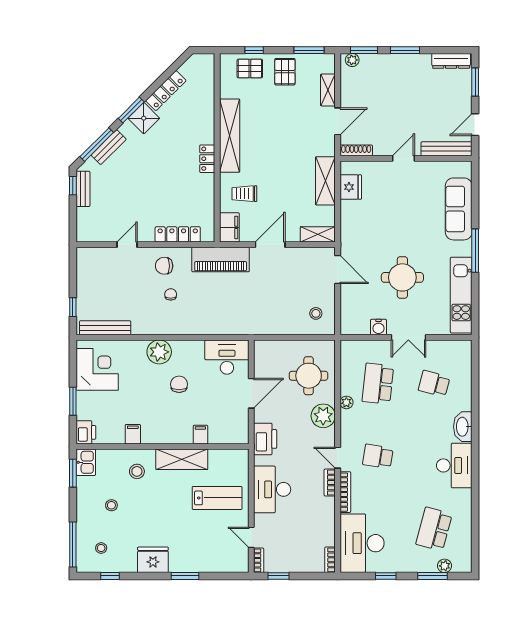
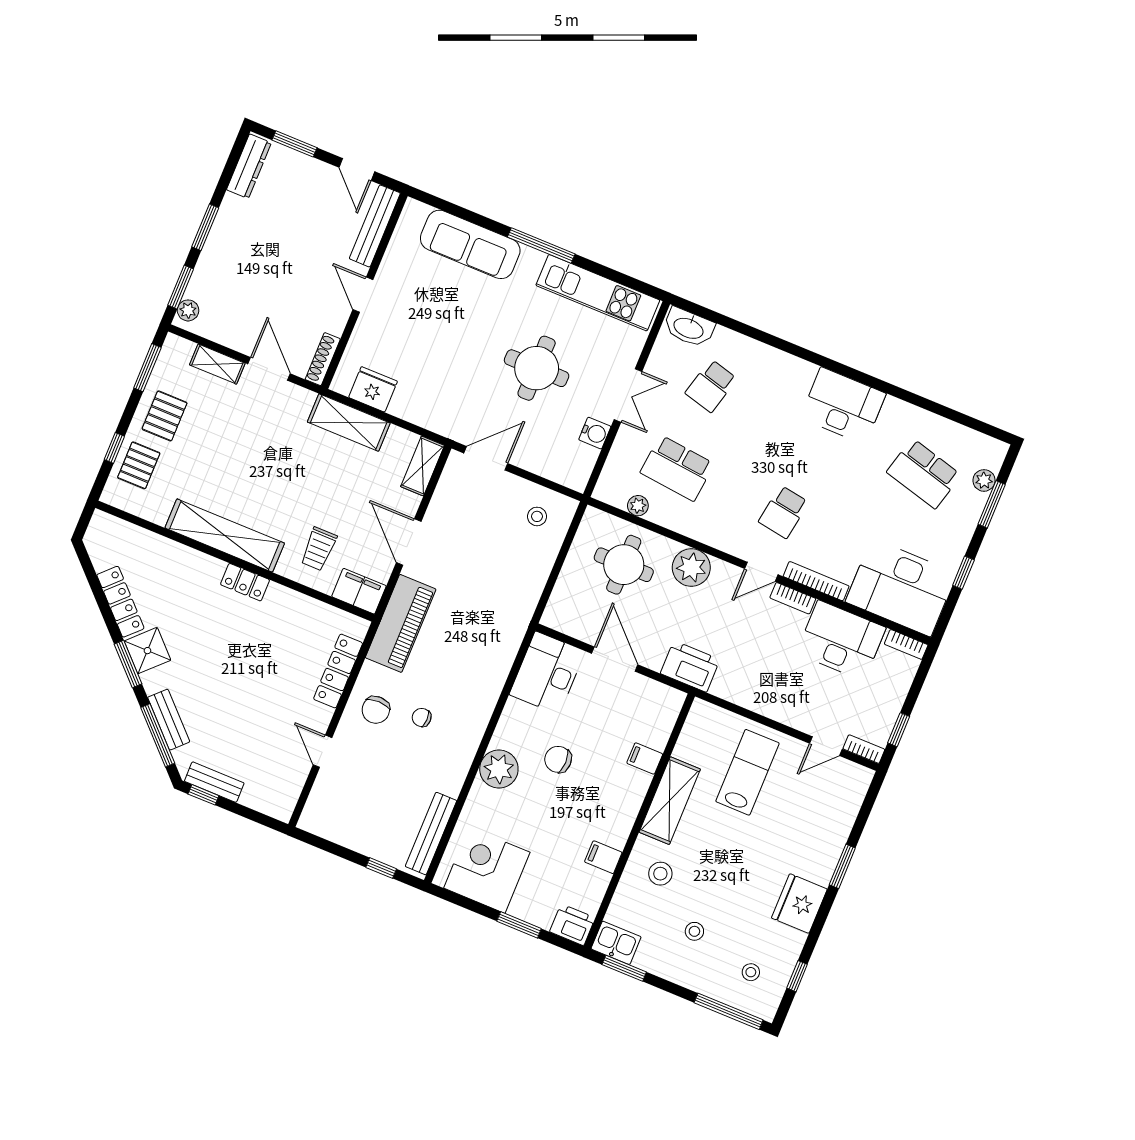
pallet: (285, 72) -> (165, 416), turned 90
plant: (346, 402) -> (638, 506), moved
washbasin: (463, 427) -> (689, 328), moved
desk: (272, 489) -> (841, 640), moved, turned 180

